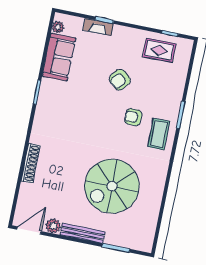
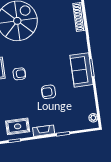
fireplace: (98, 27) -> (44, 131), moved
sofa: (59, 57) -> (81, 70), moved
armchair: (120, 80) -> (49, 92), moved, turned -130

